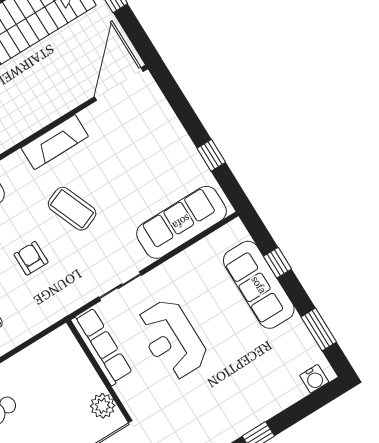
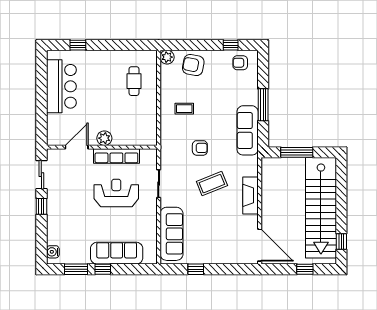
window: (277, 263) -> (103, 269), moved
row of seats: (102, 346) -> (116, 156), moved

